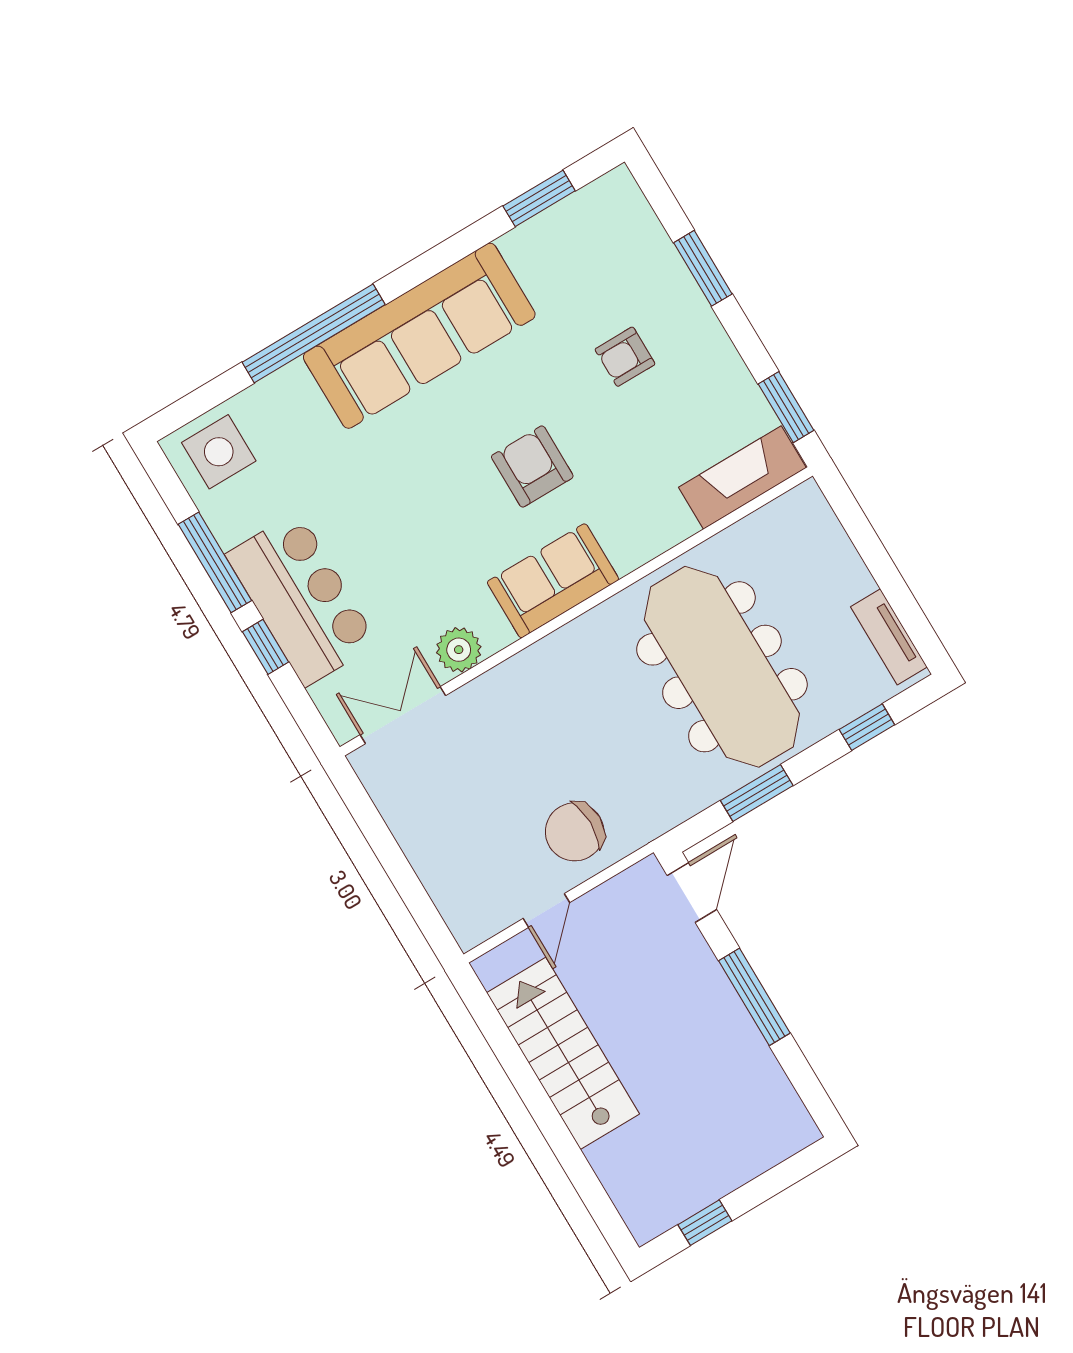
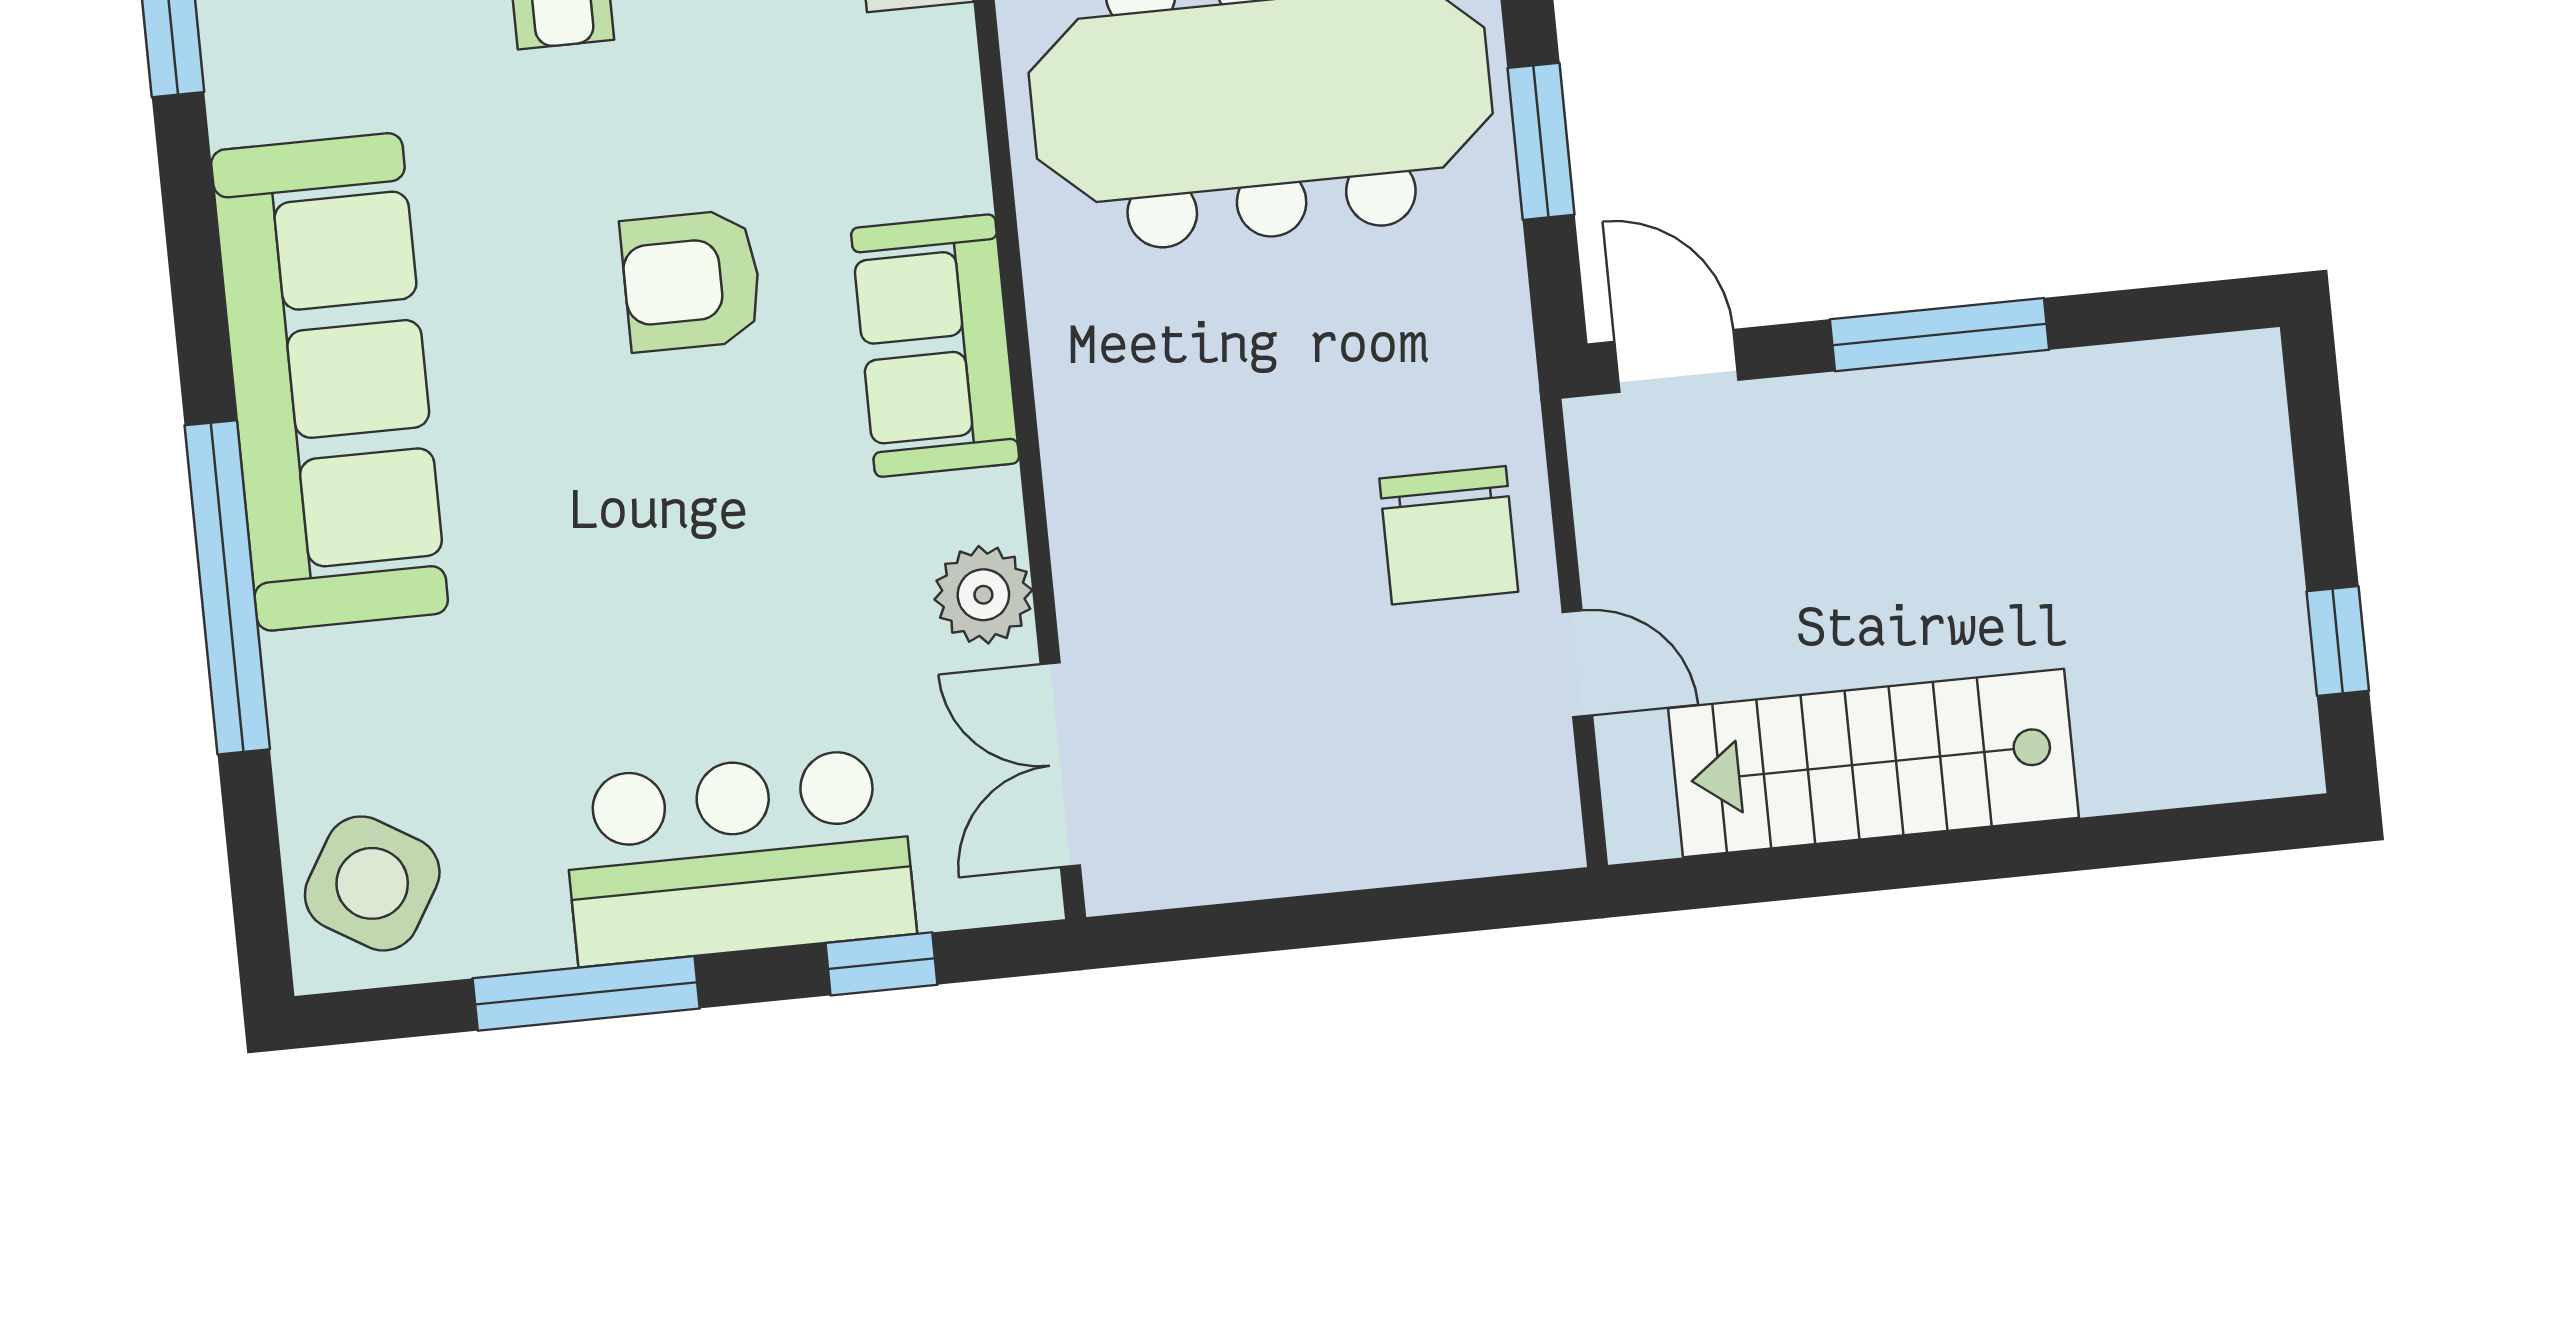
side table: (219, 452) -> (372, 883), turned 31
window: (265, 647) -> (881, 964), moved

